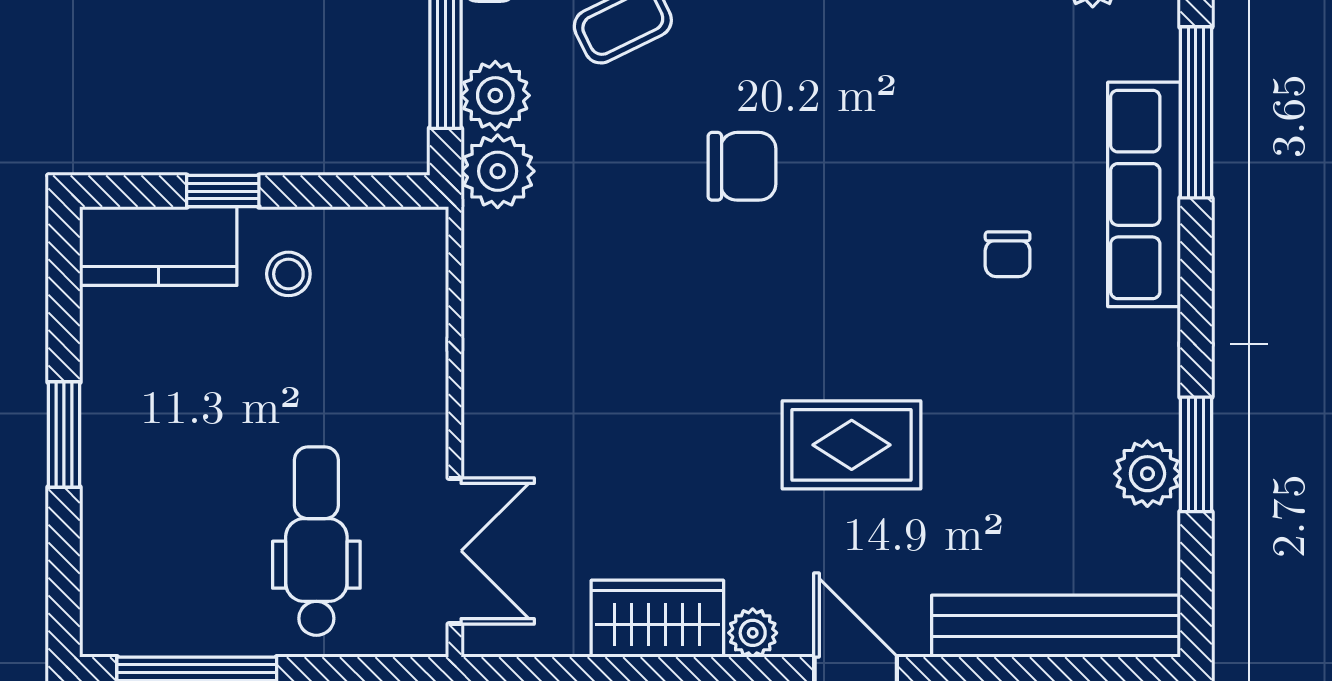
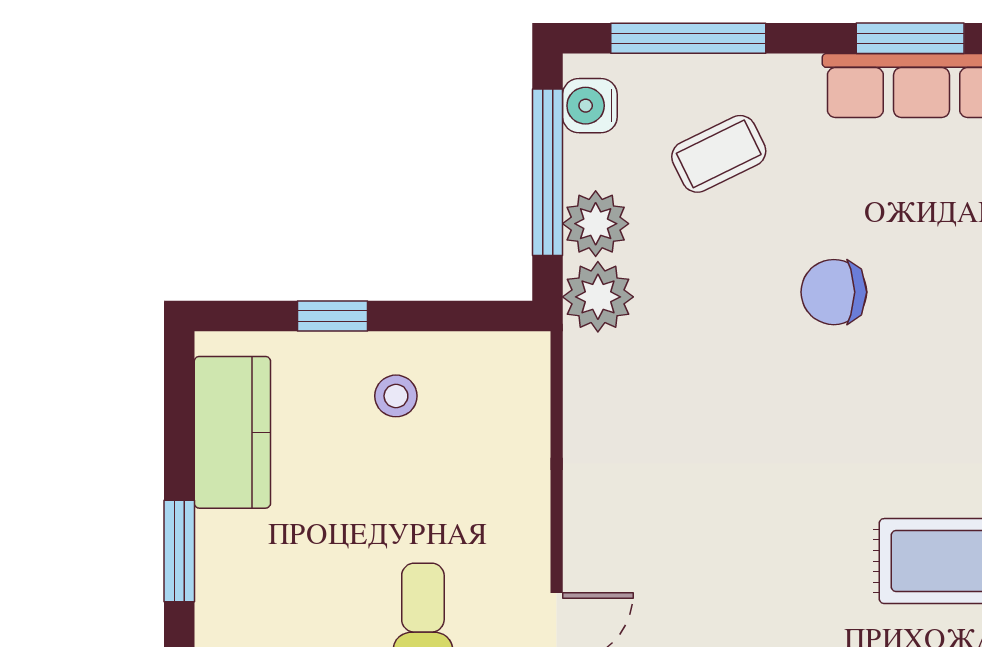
chair: (742, 166) -> (834, 292), turned 180
kitchen counter: (158, 246) -> (232, 432), moved, turned -90

